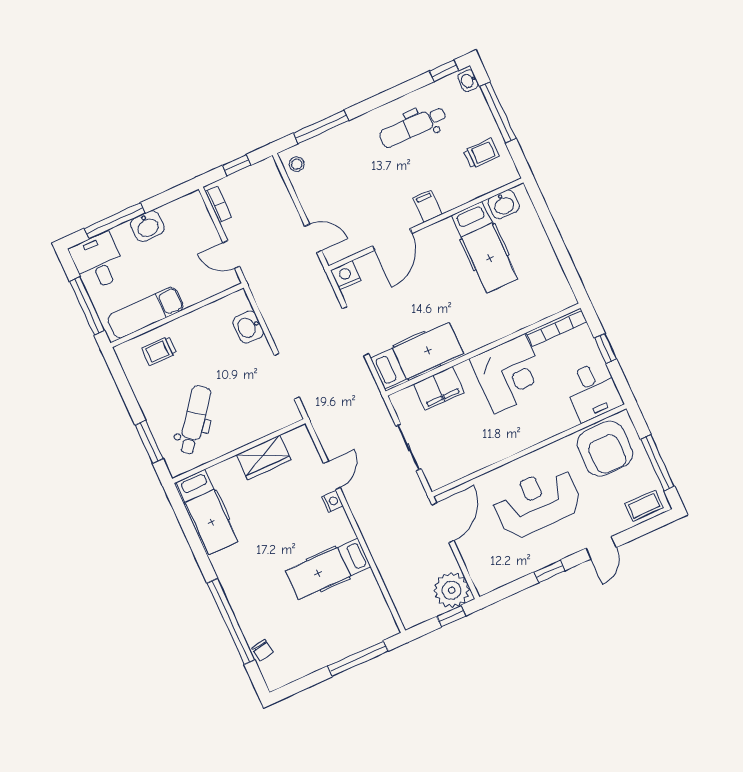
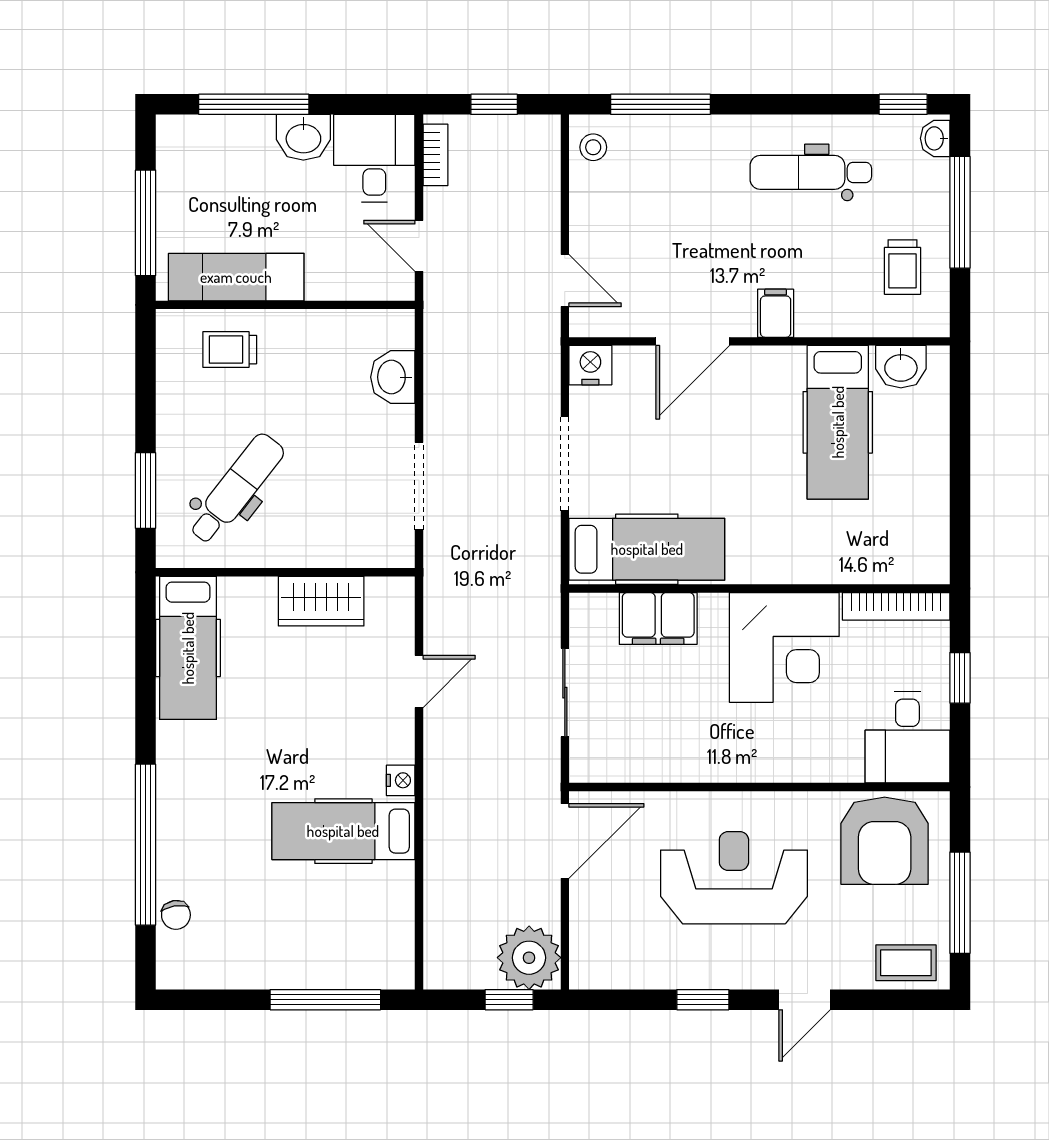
trolley: (481, 153) -> (903, 267), turned 90
desk: (98, 262) -> (374, 158), moved
nightstand: (332, 501) -> (401, 780), moved

